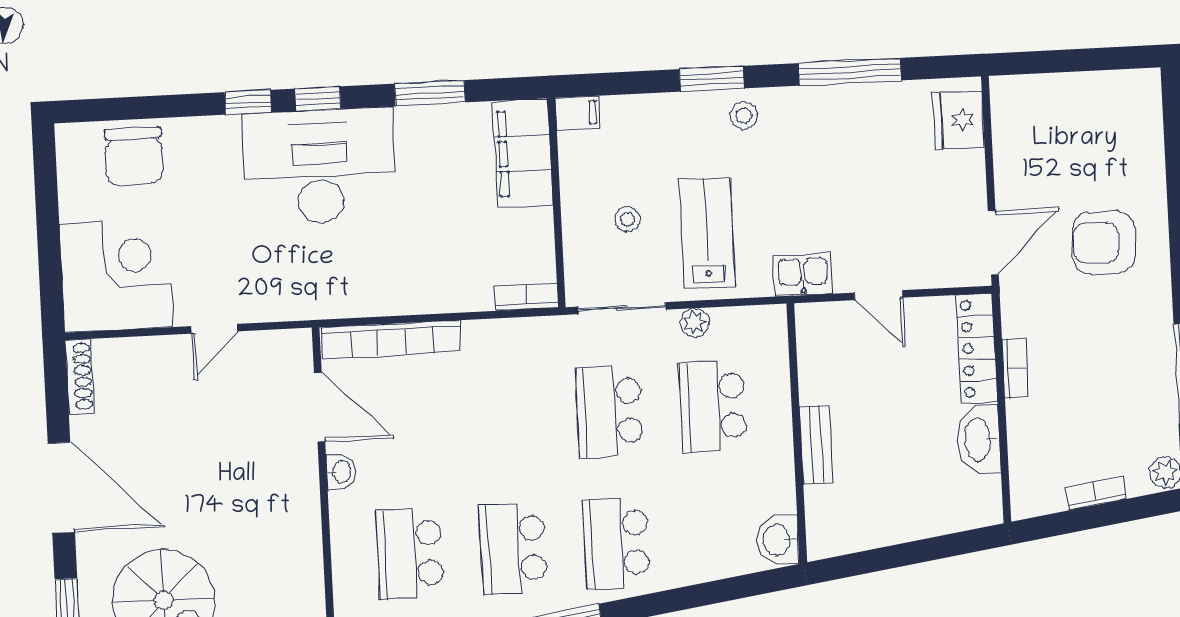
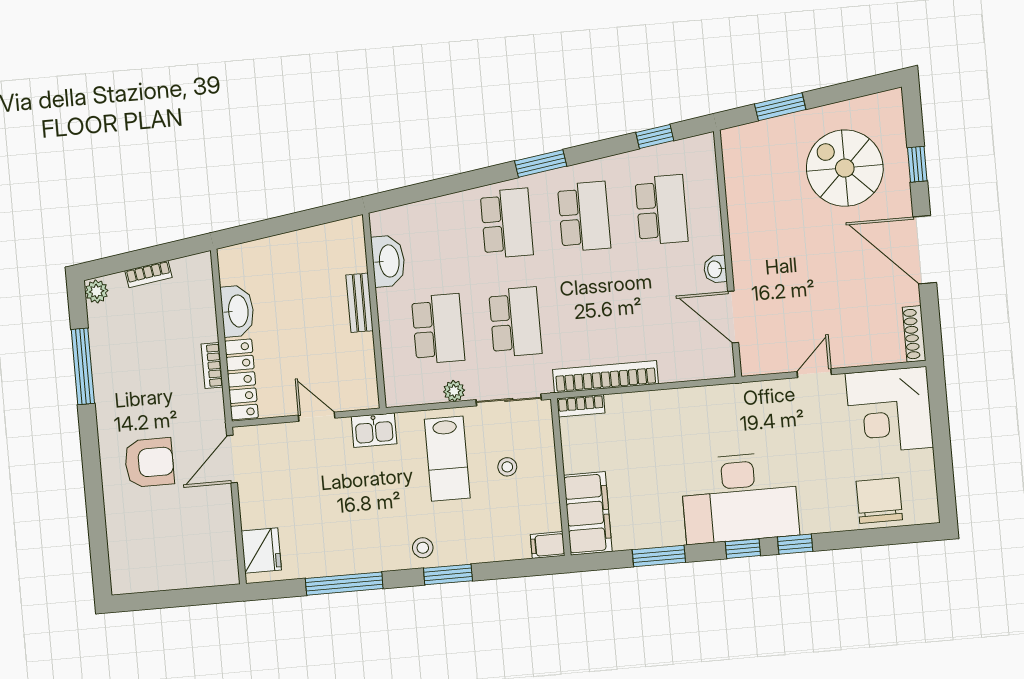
bookcase: (391, 339) -> (605, 377), moved
washbasin: (778, 540) -> (388, 261), moved, width x1.38

